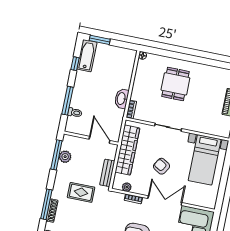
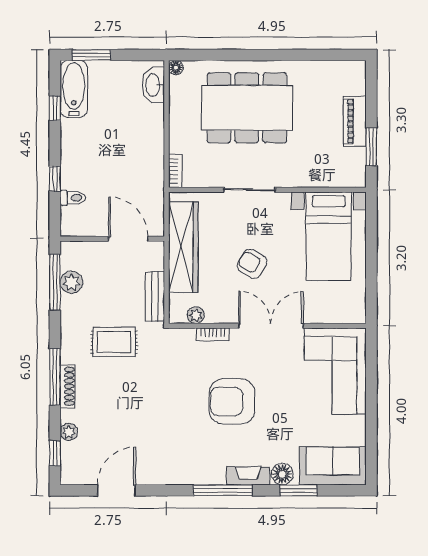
dining table: (175, 84) -> (247, 108), width x1.88, depth x1.24
washbasin: (122, 99) -> (153, 85), moved
window: (67, 101) -> (55, 179), width x0.46

